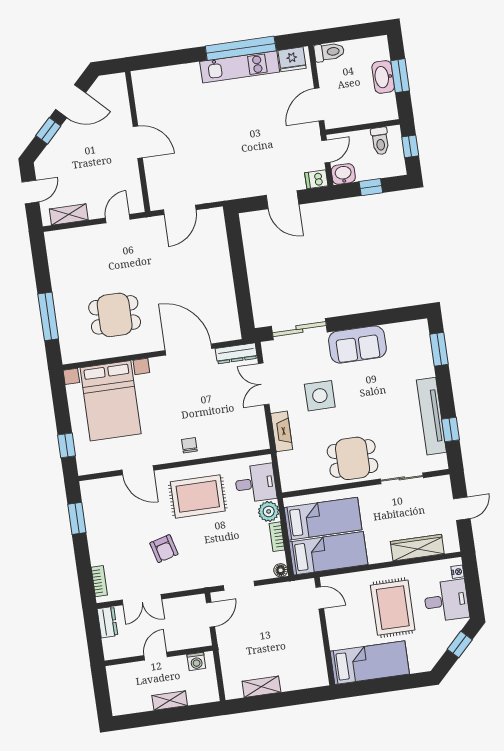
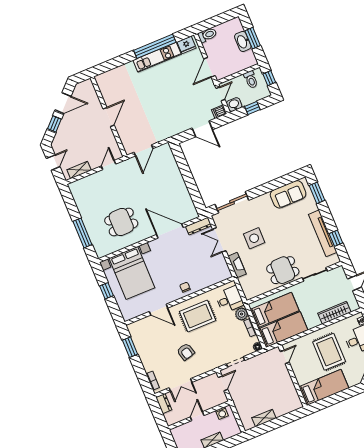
door: (138, 142) -> (109, 117), hinge flipped
sofa: (357, 345) -> (288, 194), moved
window: (67, 445) -> (106, 291), moved
door: (320, 598) -> (285, 357), hinge flipped

